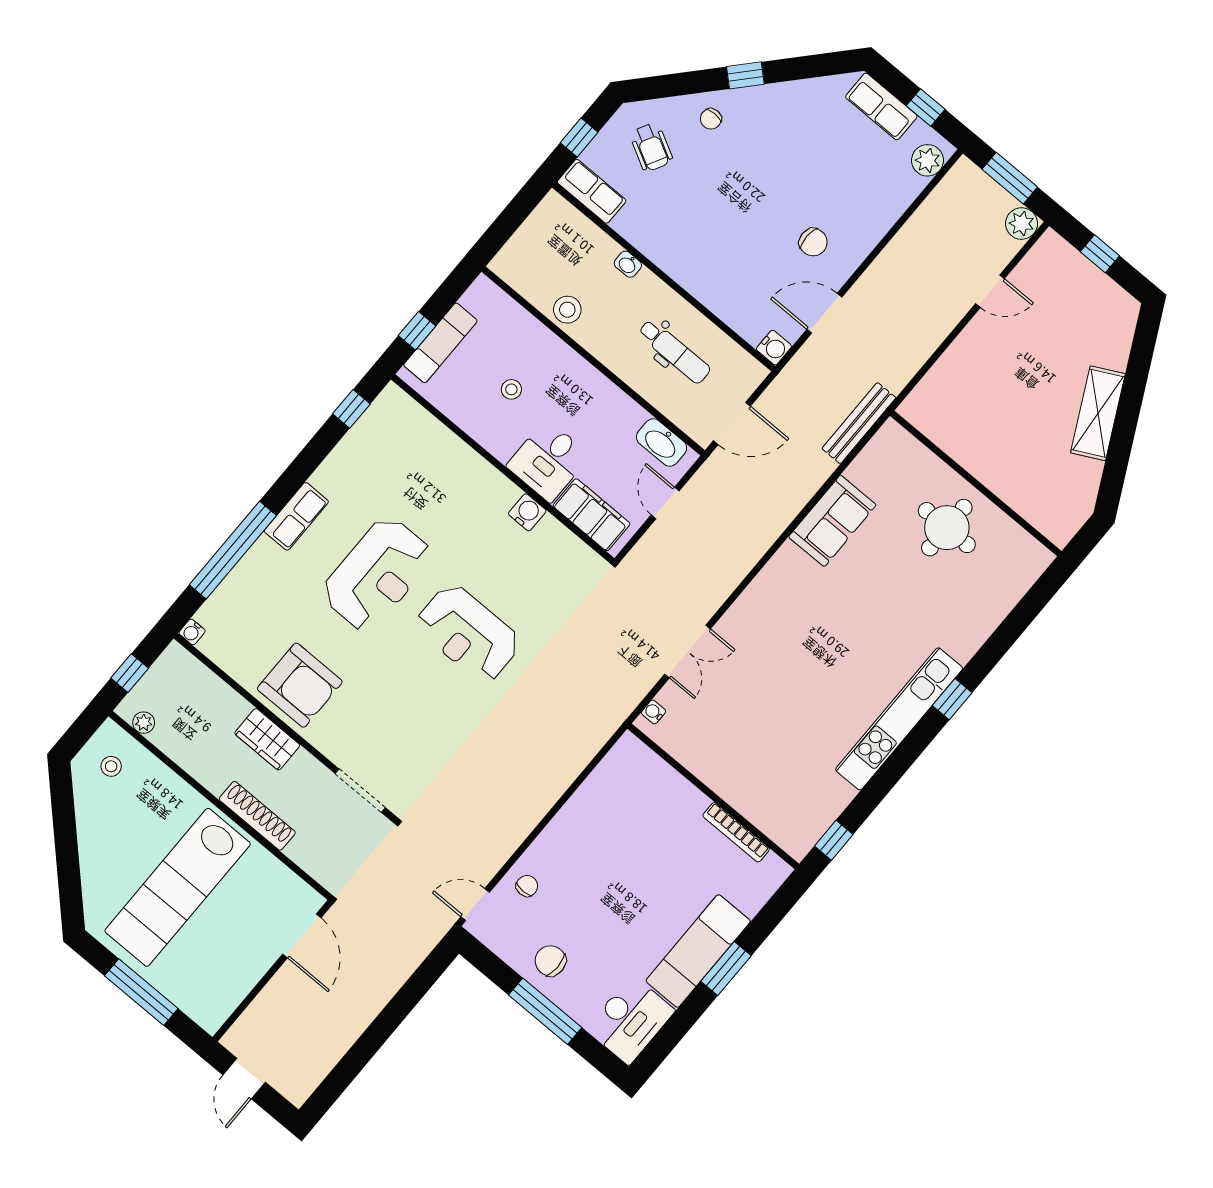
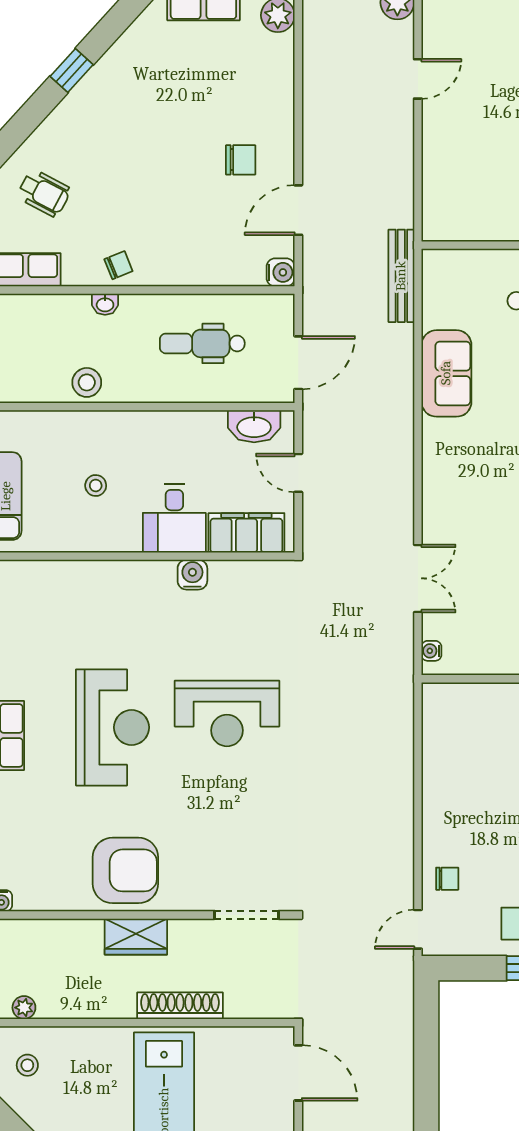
chair: (711, 119) -> (118, 265), moved, turned -112
dental chair: (674, 351) -> (202, 343), turned 180
chair: (527, 886) -> (447, 879), turned 90

